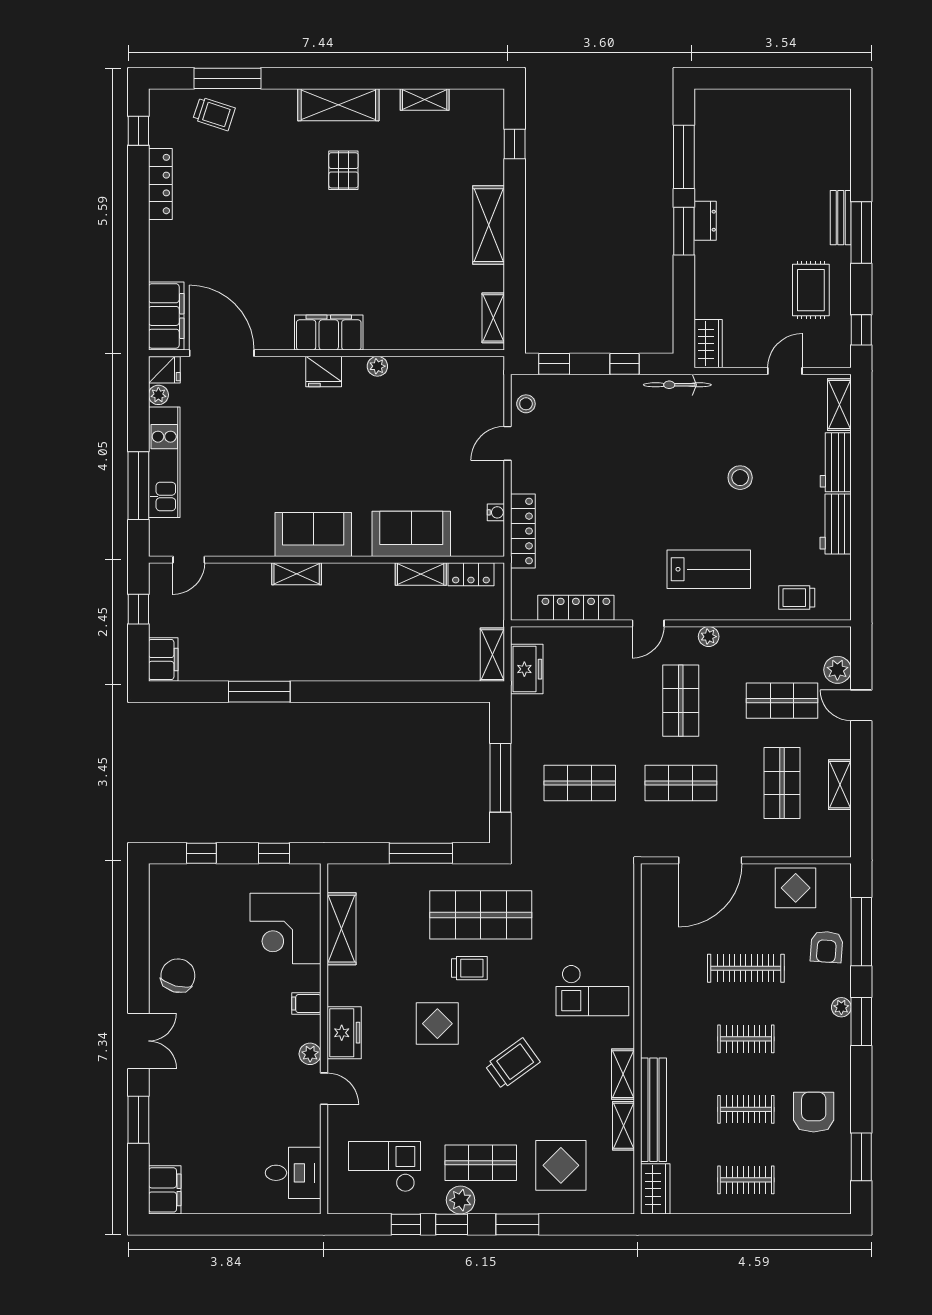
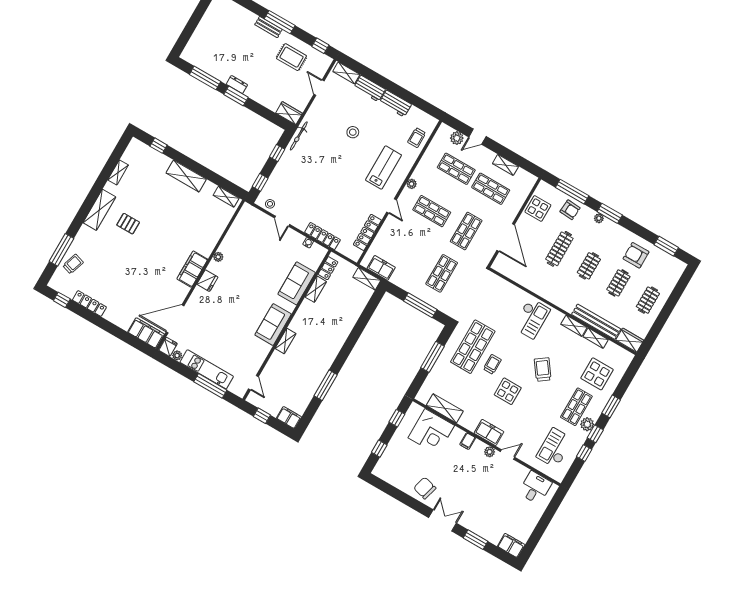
shop shelf: (782, 701) -> (456, 169), turned 90

